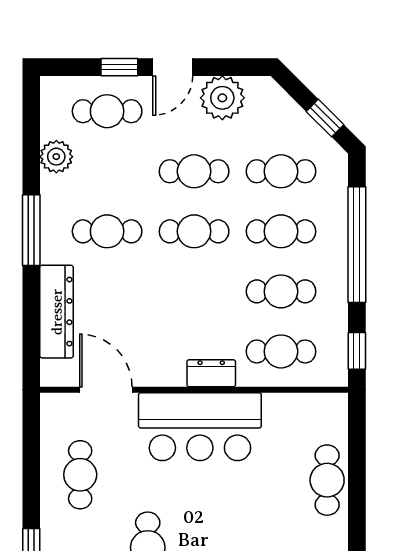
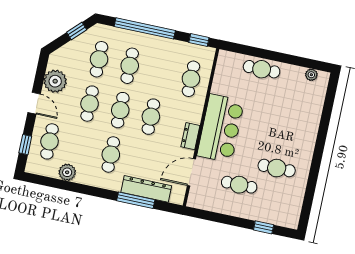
window: (119, 67) -> (25, 145), moved
window: (31, 230) -> (136, 200), moved
cafe table: (281, 291) -> (151, 117), moved
dresser: (211, 373) -> (190, 136), moved
cafe table: (80, 475) -> (239, 185), moved

